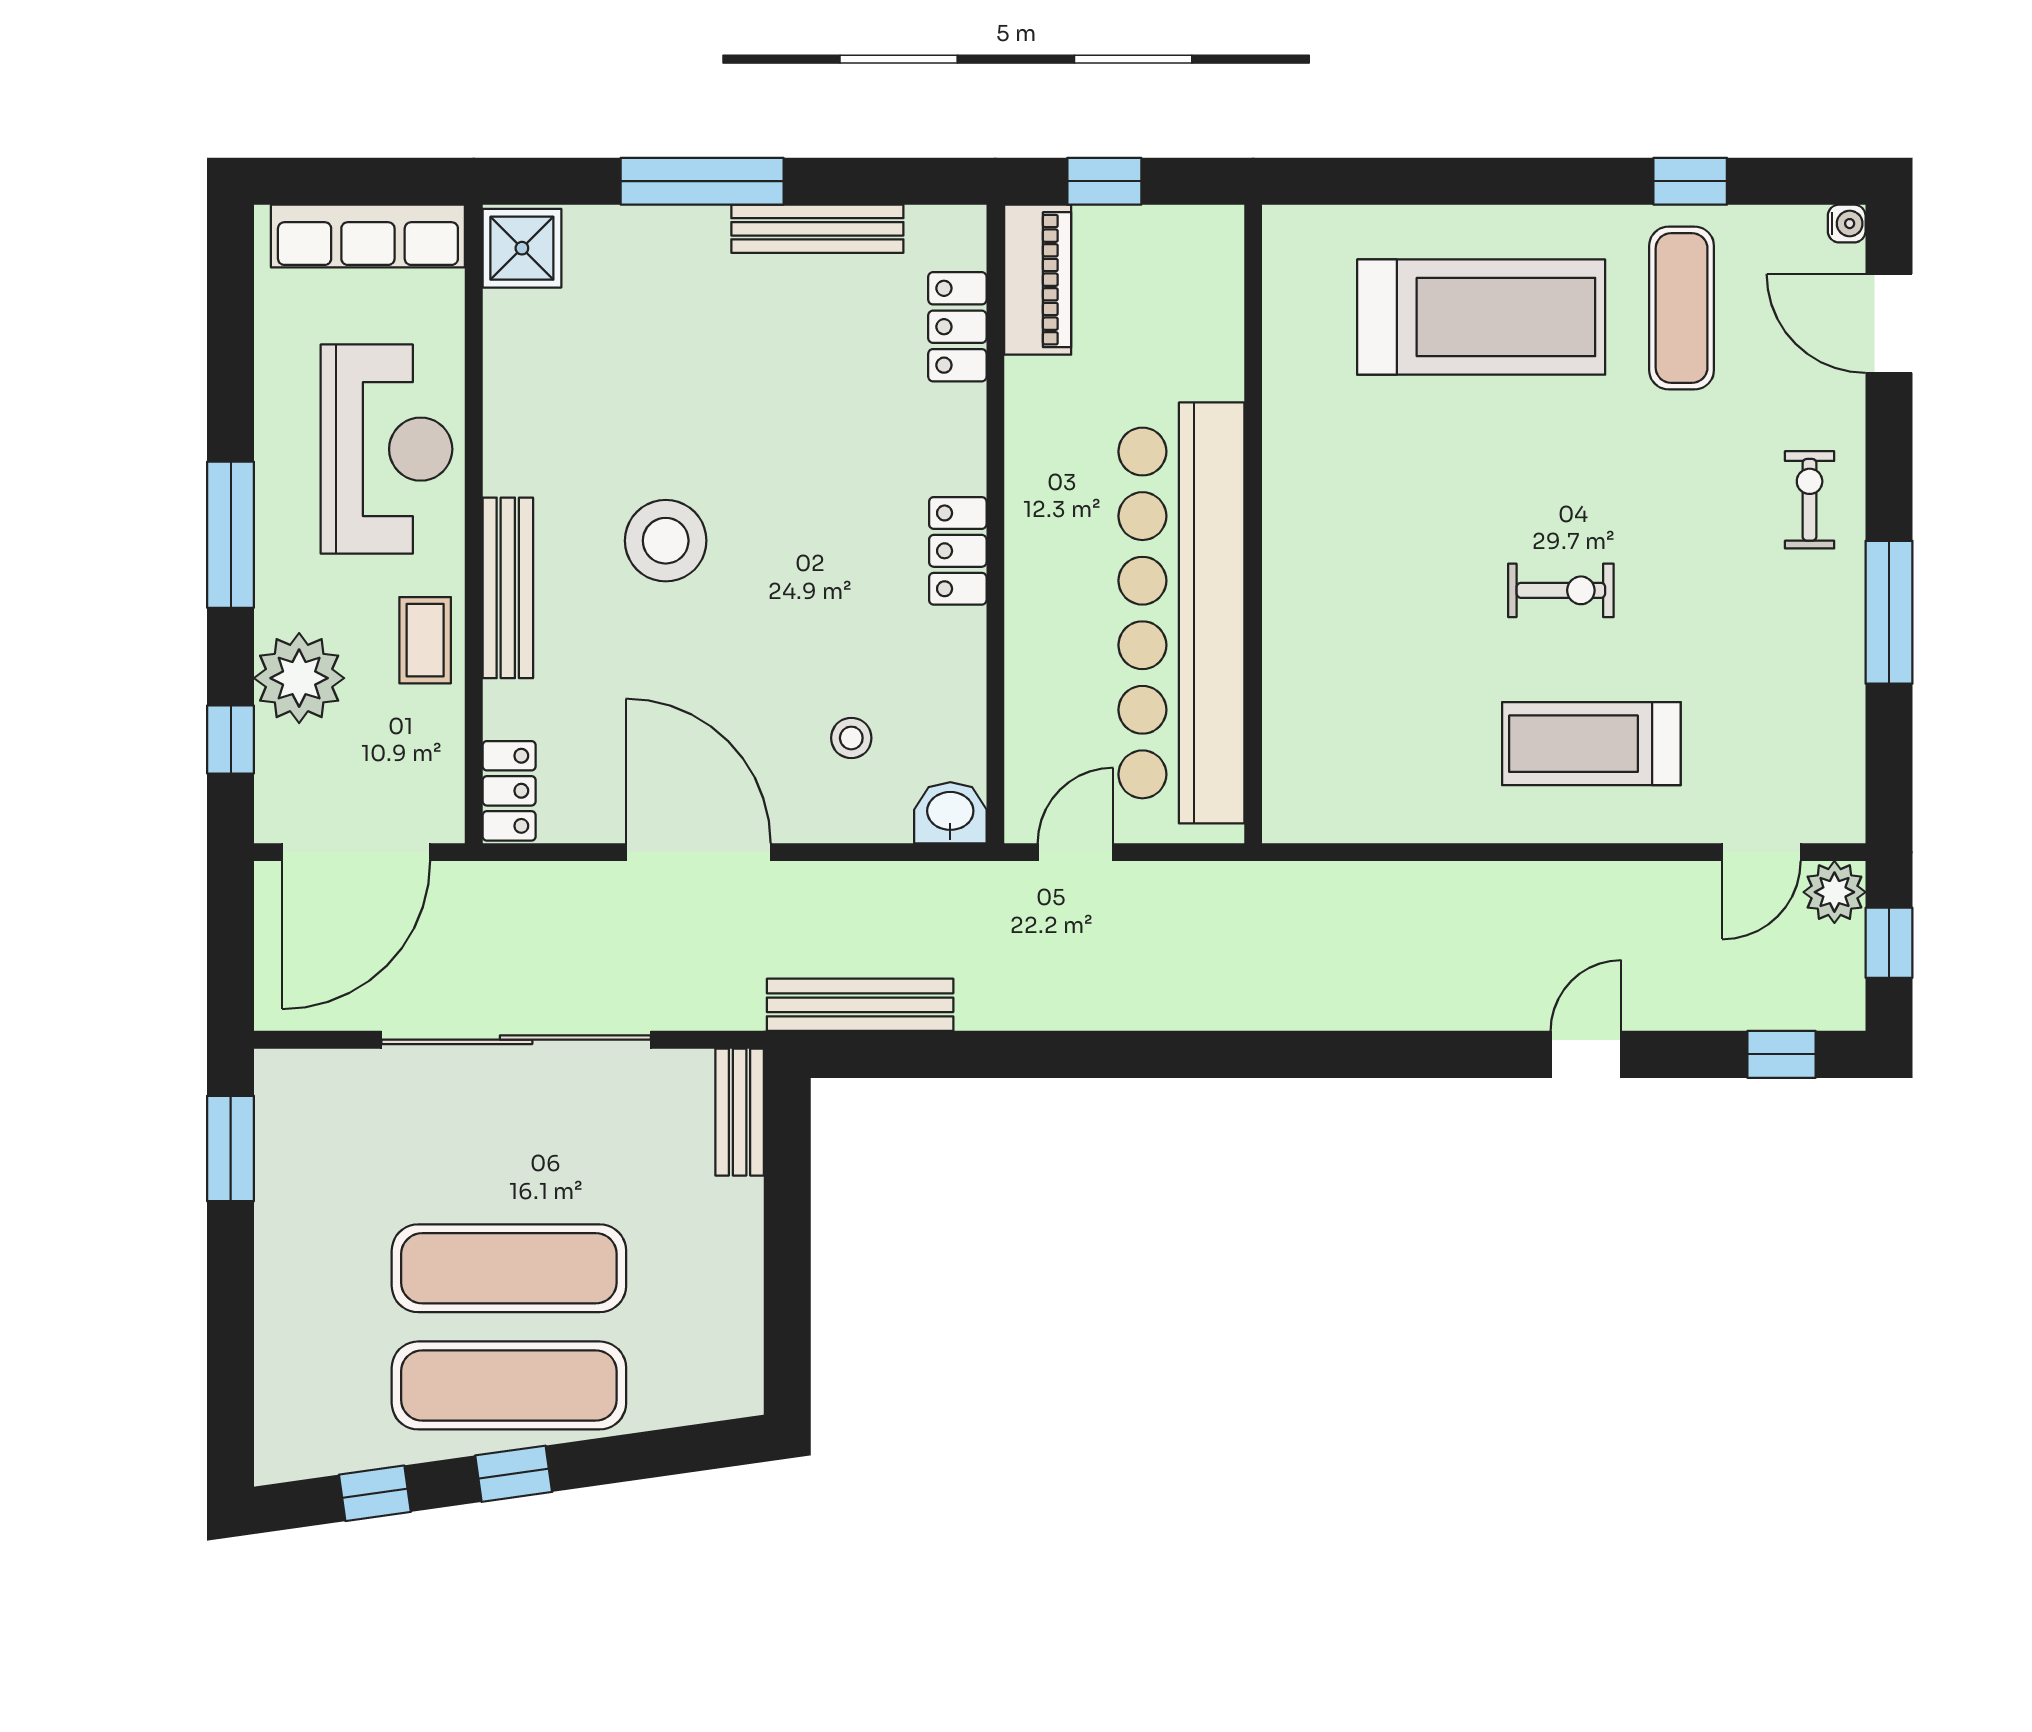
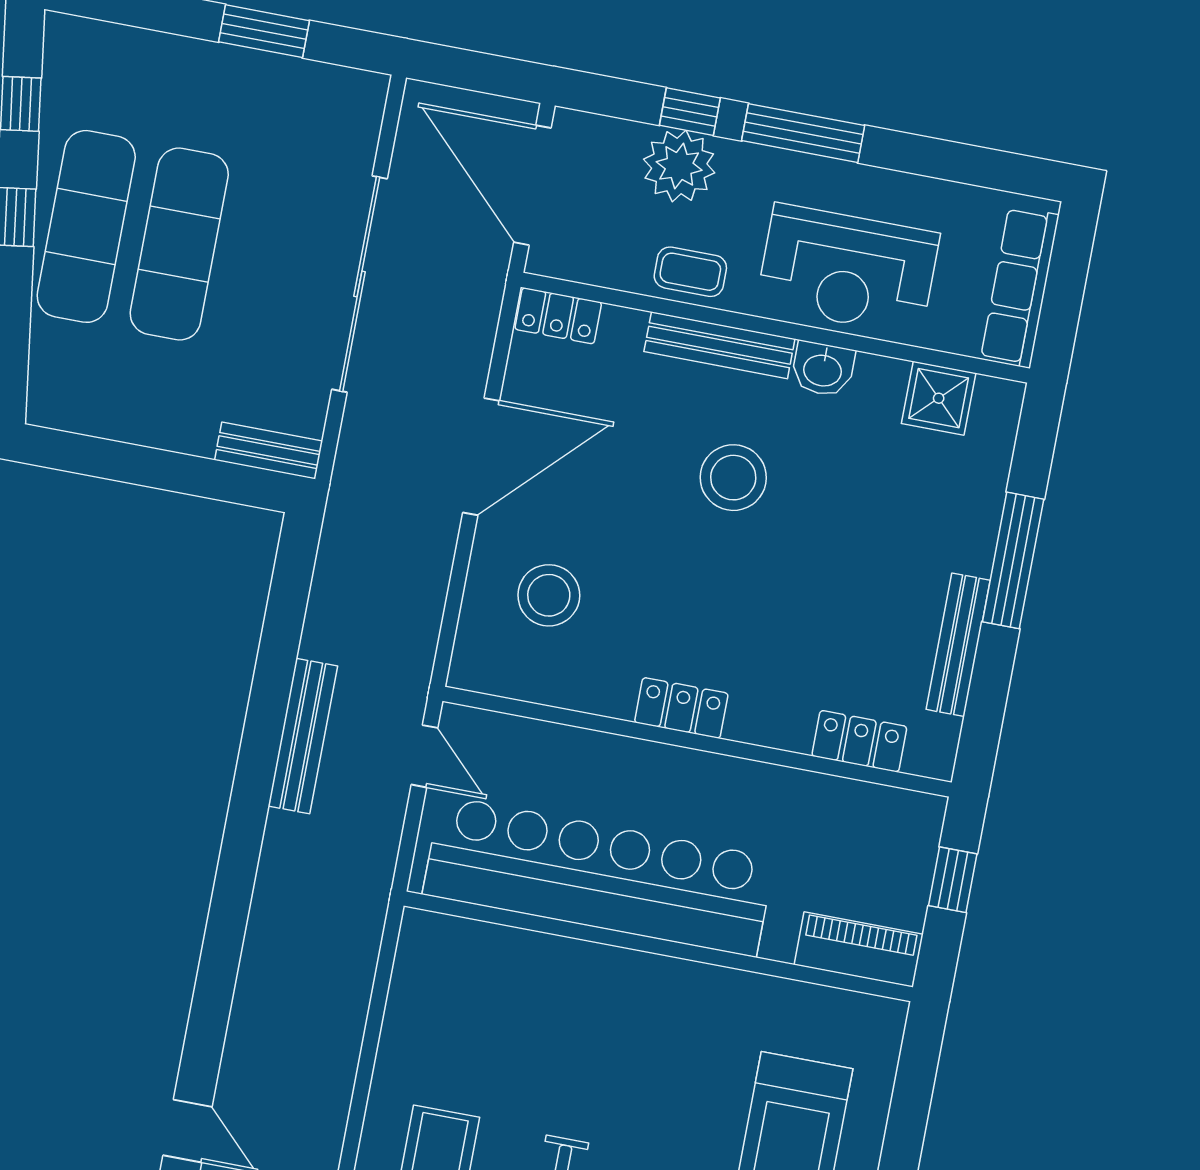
shower: (522, 248) -> (939, 398), moved
piano: (1038, 280) -> (859, 949), moved, turned 180
stool: (851, 738) -> (549, 595), width x1.89, depth x1.89
window: (231, 739) -> (690, 112), moved
washbasin: (950, 813) -> (823, 369), moved, turned 90
bench: (860, 1005) -> (303, 736), moved
window: (231, 1149) -> (264, 31), moved

